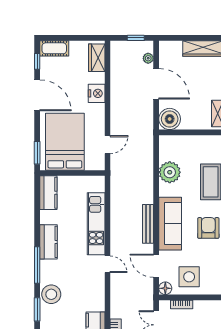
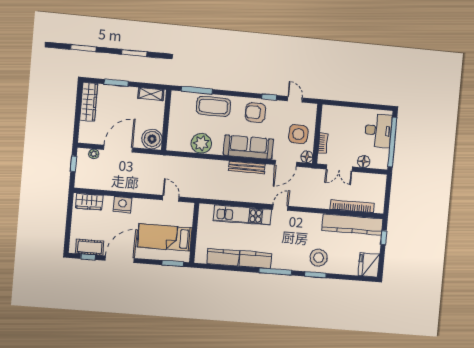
cot: (54, 48) -> (90, 247), moved, turned 90
bed: (65, 142) -> (165, 237), width x0.67
kitchen counter: (48, 193) -> (223, 257), moved
stool: (51, 294) -> (319, 258), moved

